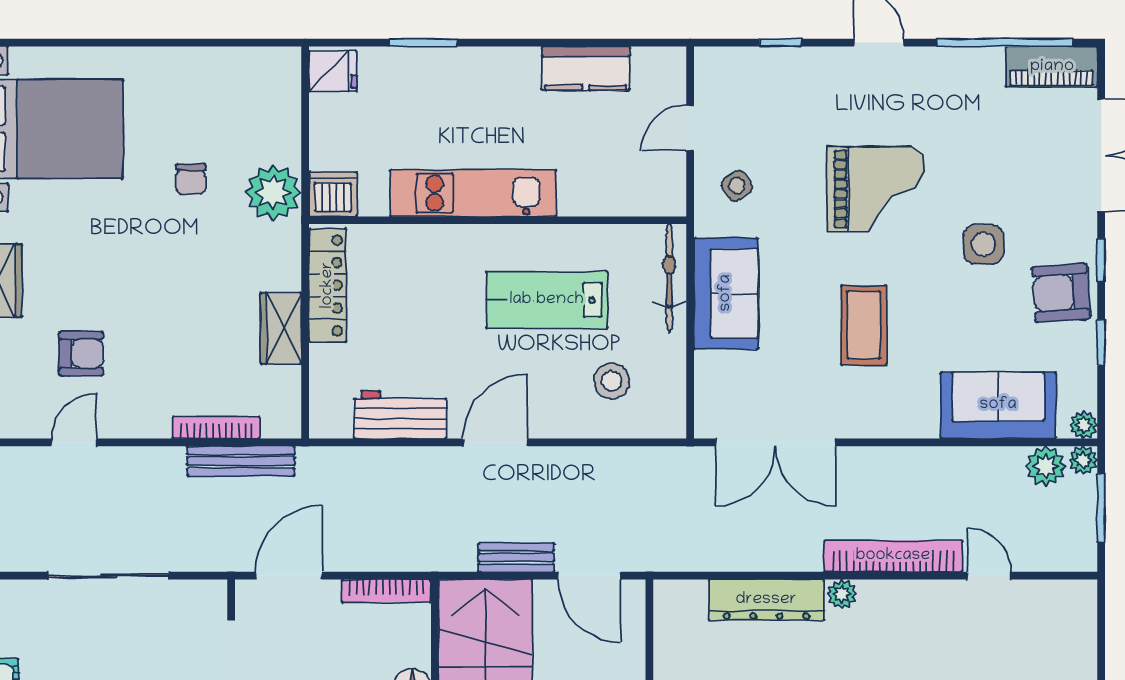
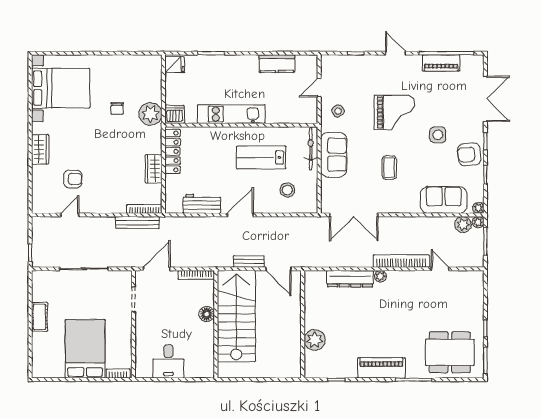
piano: (1052, 67) -> (441, 63), moved
coffee table: (864, 325) -> (389, 168), width x0.73, depth x0.77
bookcase: (216, 428) -> (144, 209), moved

